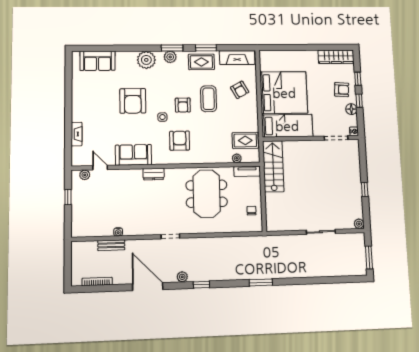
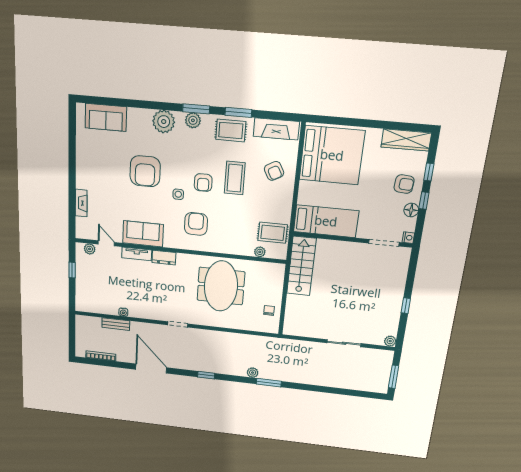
bed: (284, 93) -> (332, 155), moved
tv unit: (247, 171) -> (137, 254), moved
plant: (182, 277) -> (253, 373), moved

